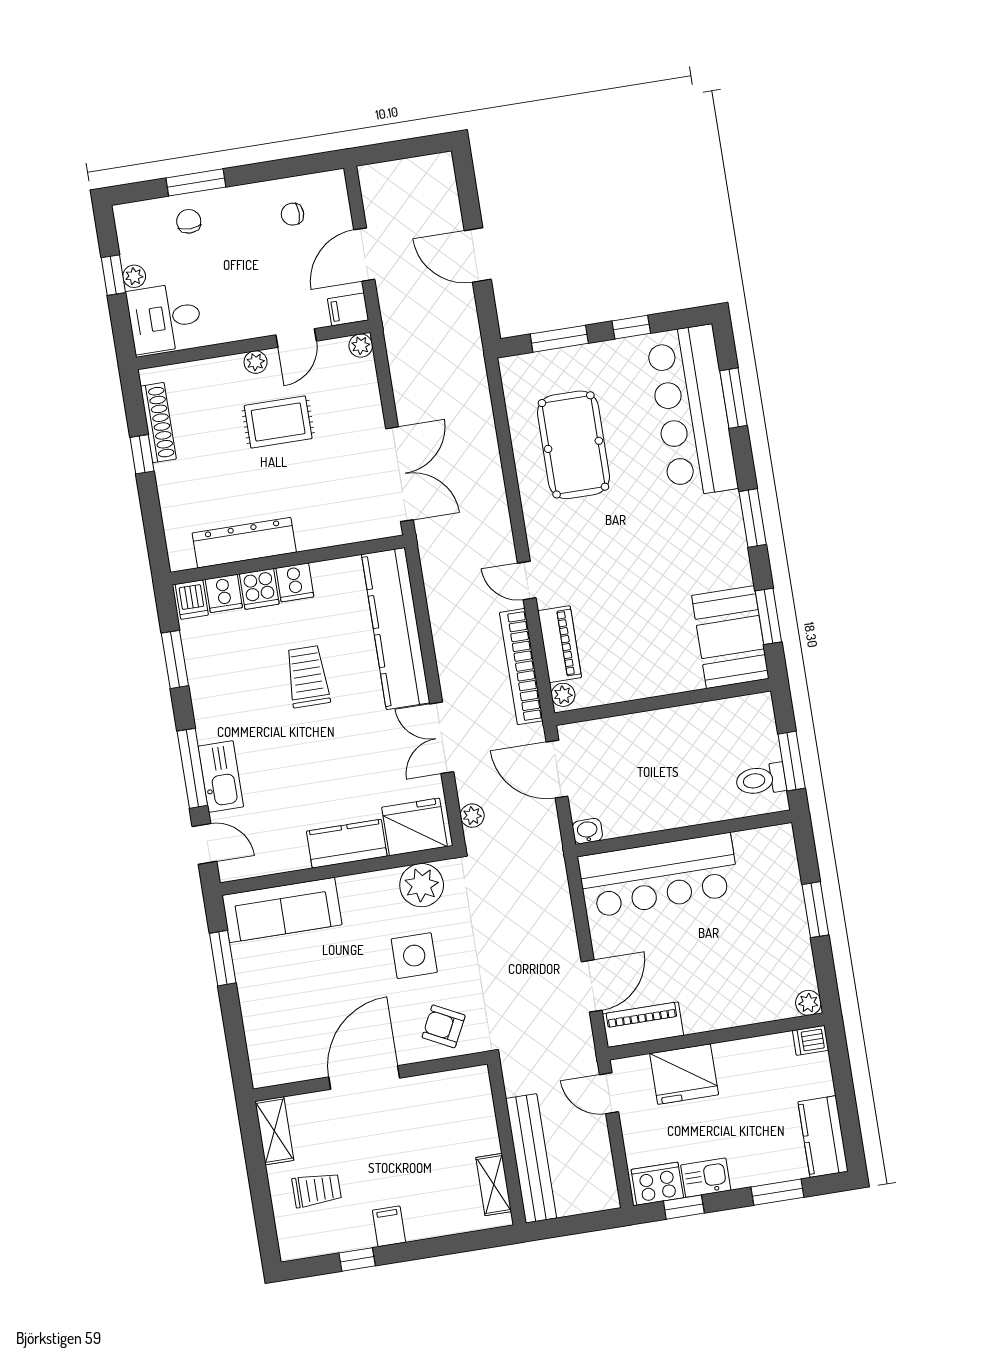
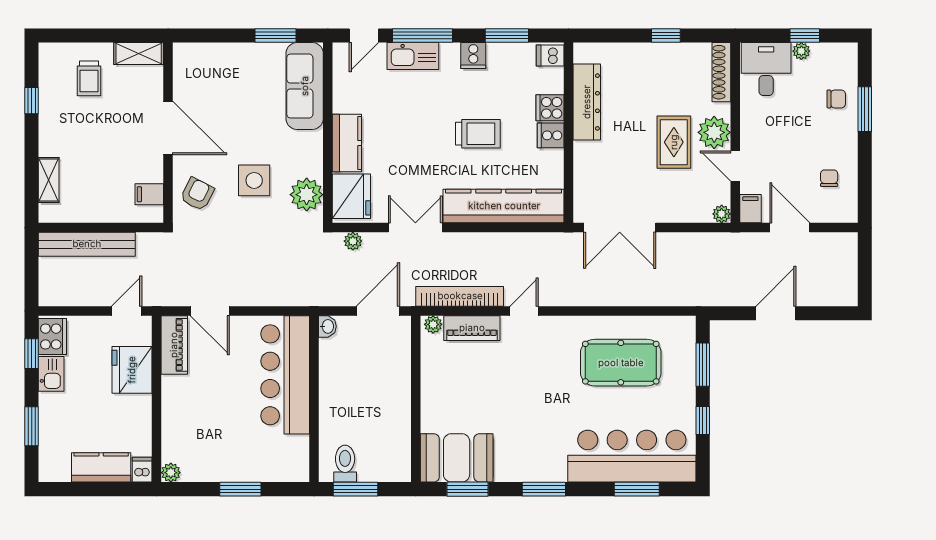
plant: (256, 362) -> (714, 132), width x1.88, depth x1.88
shoe rack: (158, 423) -> (721, 72), moved, turned 90
cooker: (224, 593) -> (473, 55), moved, turned -90
kitchen counter: (823, 1137) -> (101, 467), moved
shelving: (494, 1185) -> (49, 180), moved, turned 90
filing cabinet: (389, 1226) -> (149, 194), moved, turned 180

